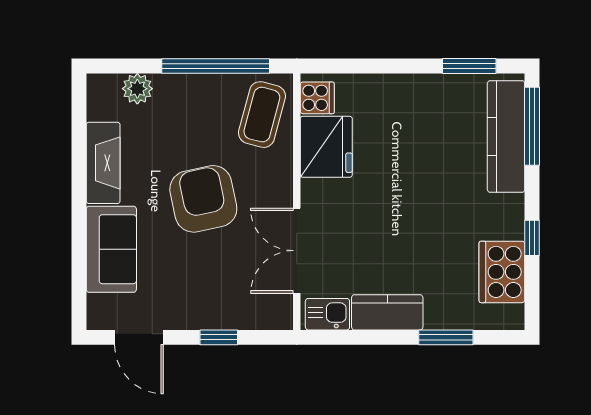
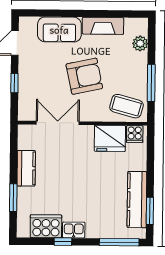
window: (216, 66) -> (151, 83), width x0.68
kitchen counter: (506, 137) -> (137, 200), moved, turned -90
kitchen sink: (327, 314) -> (74, 230), moved, turned -90

